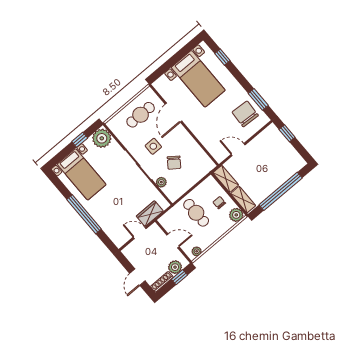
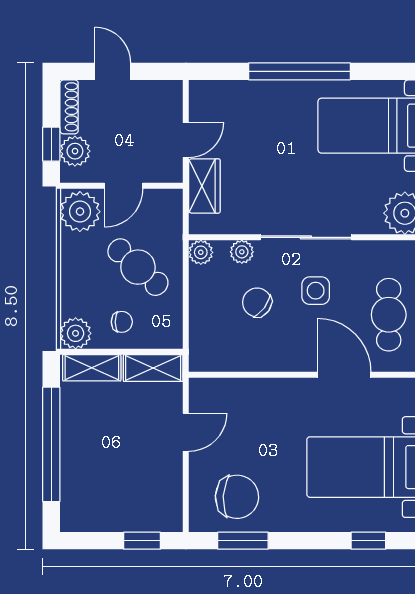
plant: (173, 196) -> (201, 252), added
cafe table: (196, 213) -> (138, 267), turned 42
plant: (197, 251) -> (80, 212), width x1.88, depth x1.88

